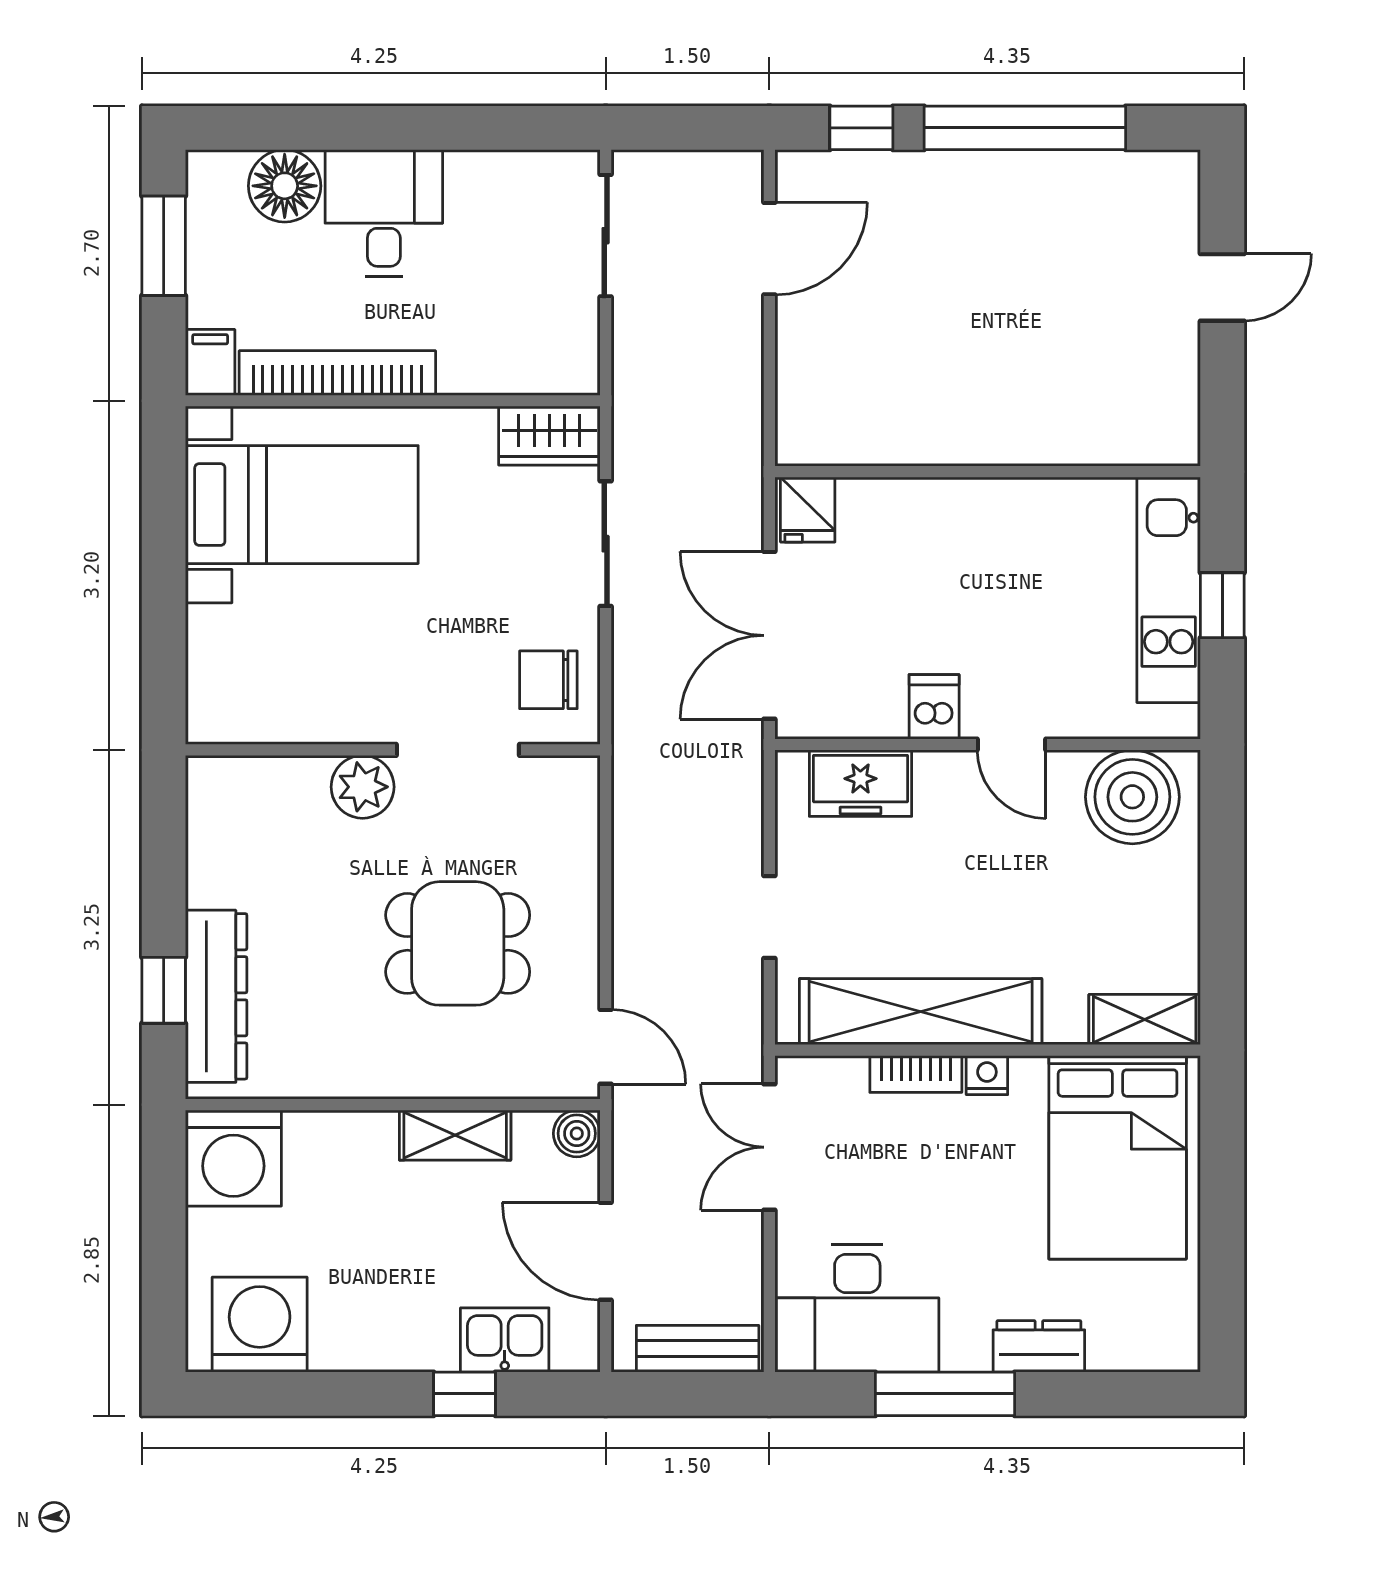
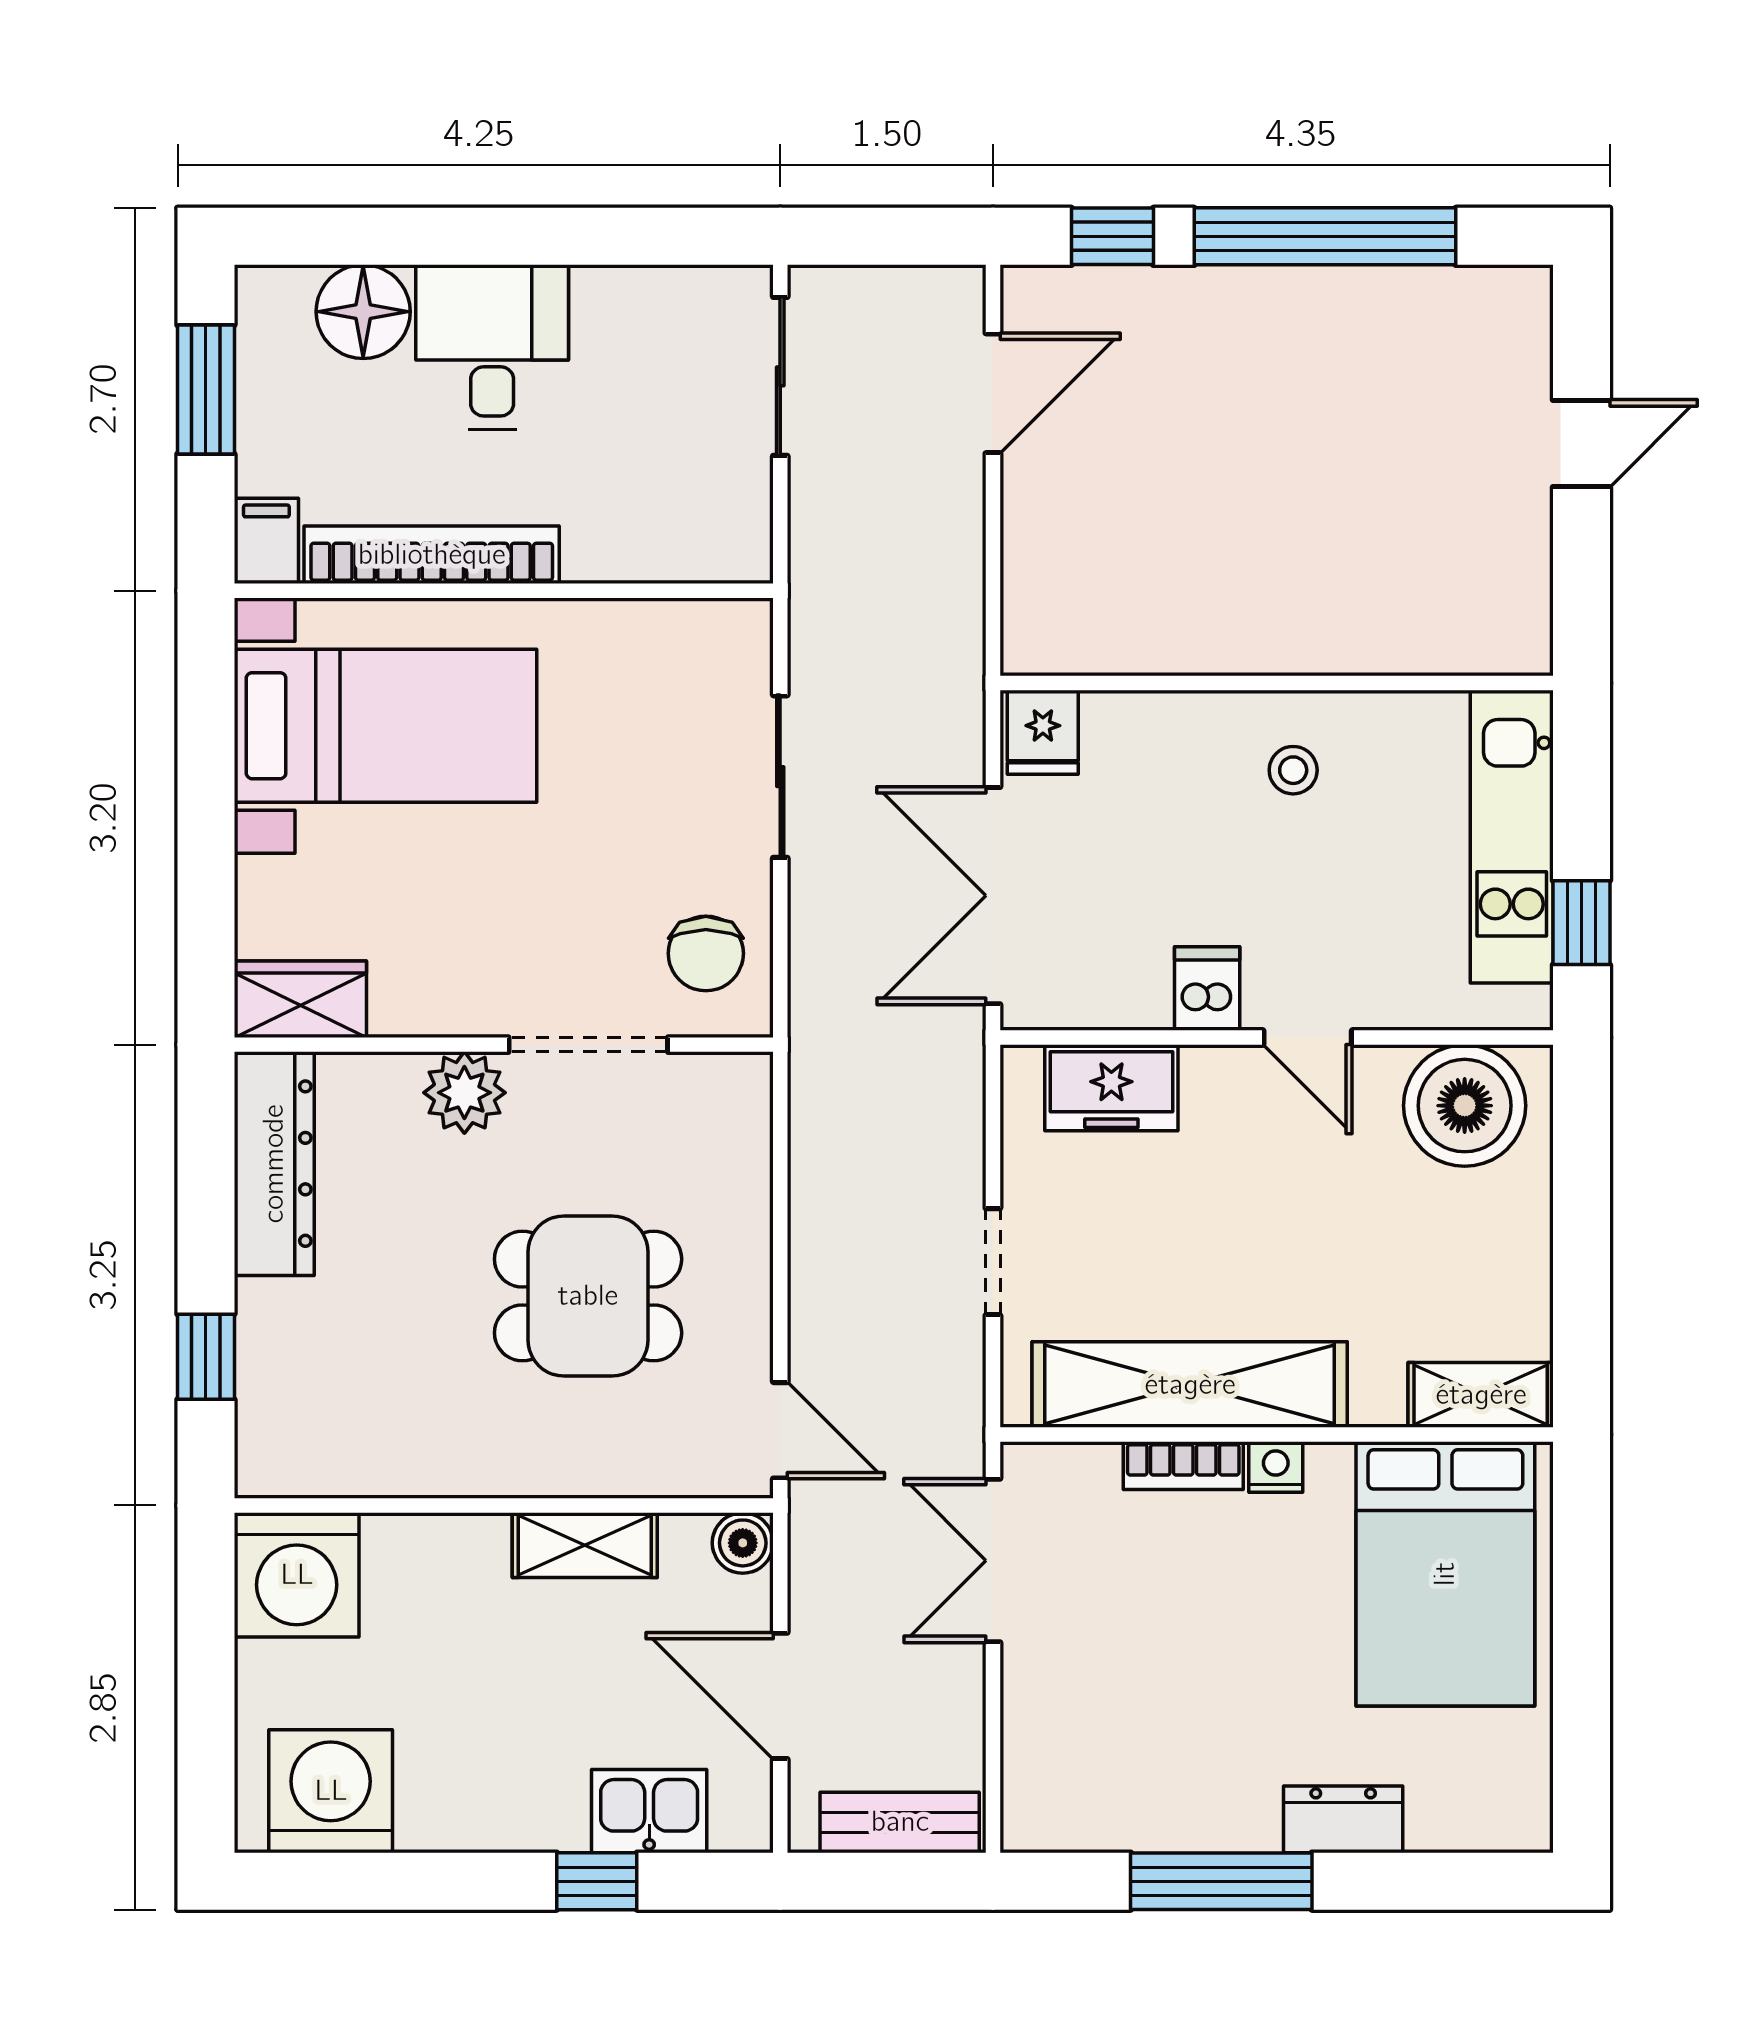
wardrobe: (549, 436) -> (300, 999), moved, turned 180
stool: (1000, 539) -> (1293, 770), added
window: (1222, 605) -> (1581, 923), moved
chair: (548, 680) -> (706, 953), turned -90
dresser: (216, 996) -> (274, 1164), moved
desk: (857, 1308) -> (1107, 1770), removed

